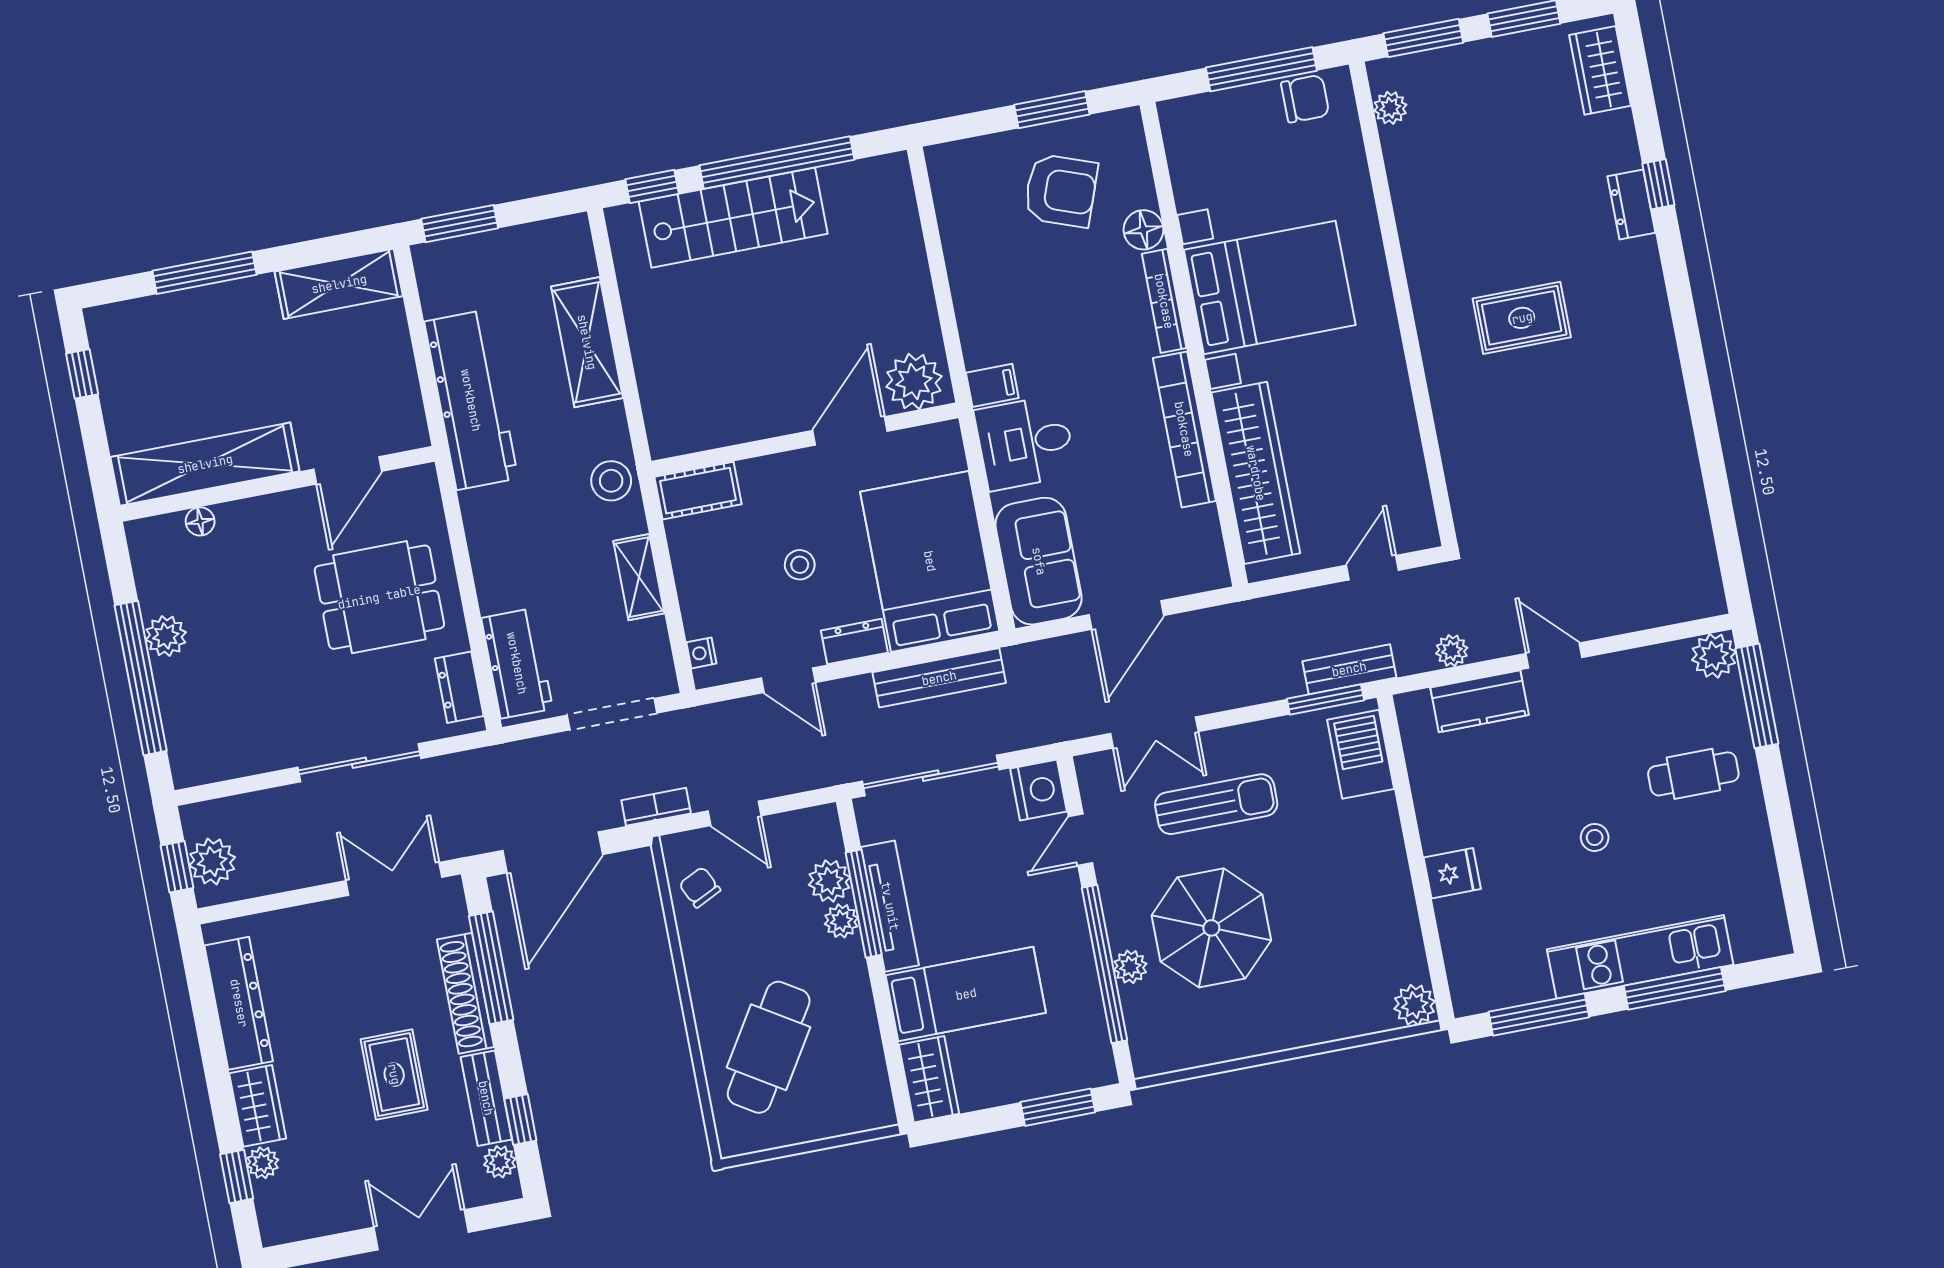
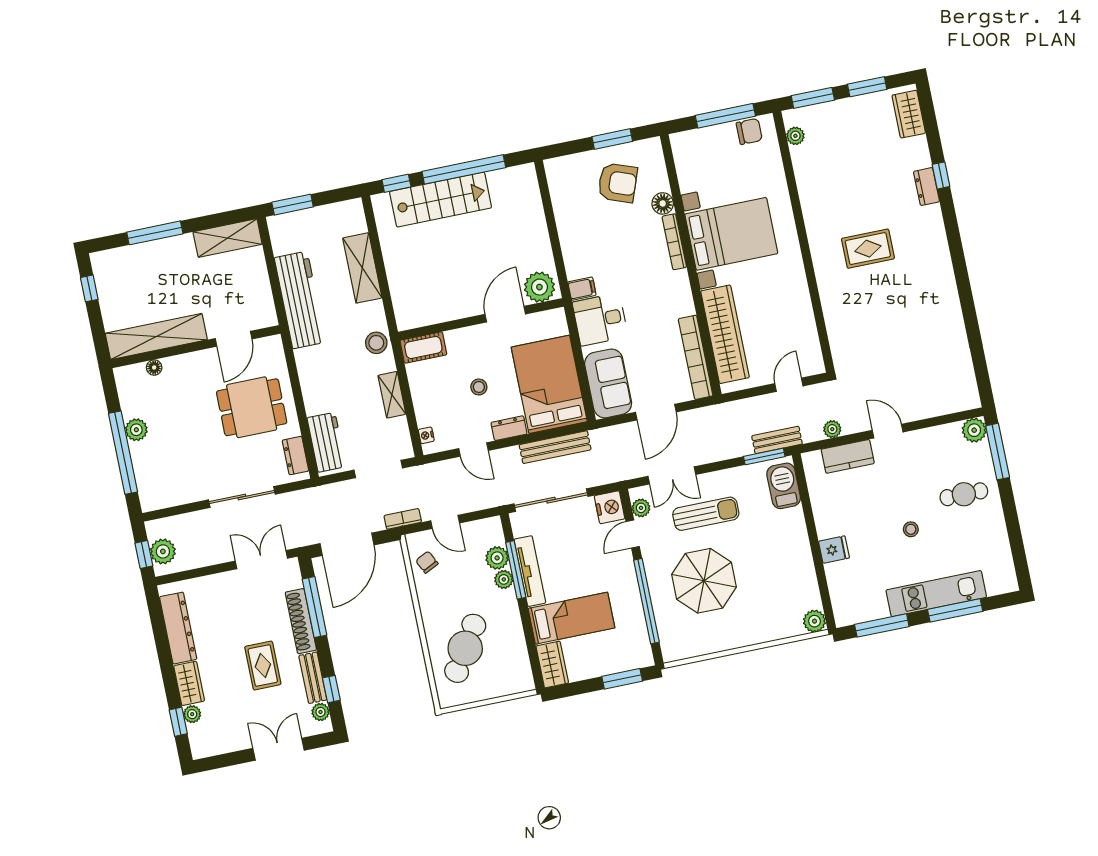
bookcase: (1184, 429) -> (696, 357), moved
plant: (1130, 967) -> (641, 508), moved

